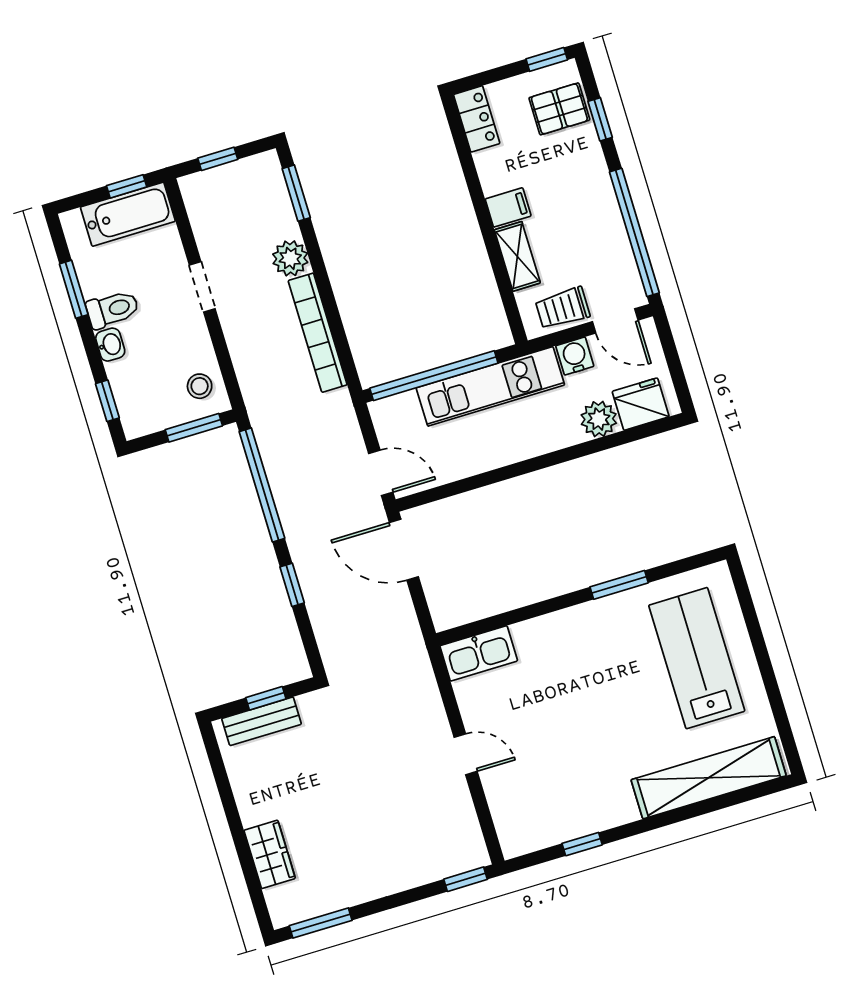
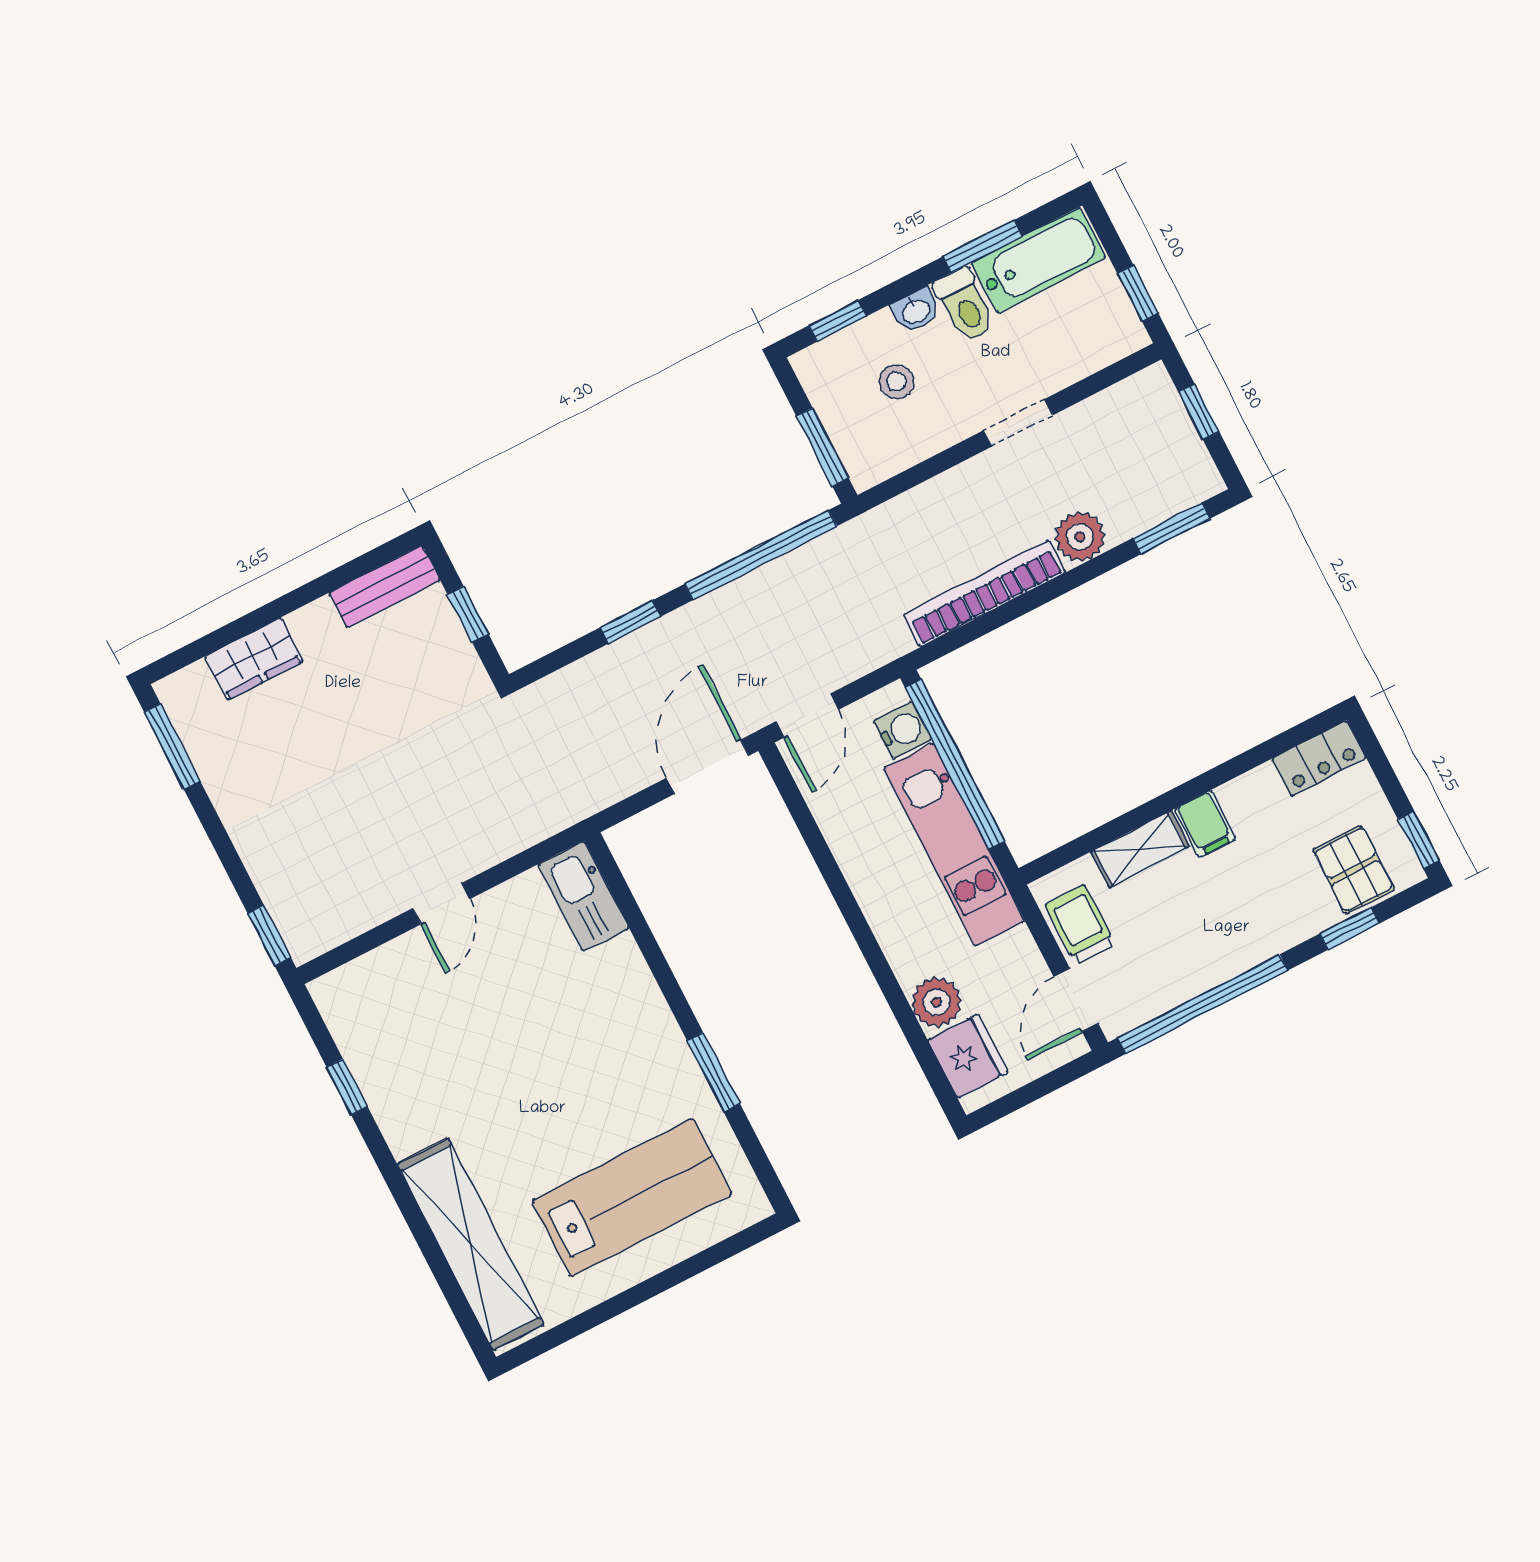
bathtub: (128, 214) -> (1038, 260), moved, turned -90
water cooler: (575, 356) -> (903, 730), moved
stool: (200, 386) -> (897, 382), moved
bench: (262, 721) -> (384, 587), moved, turned 90

